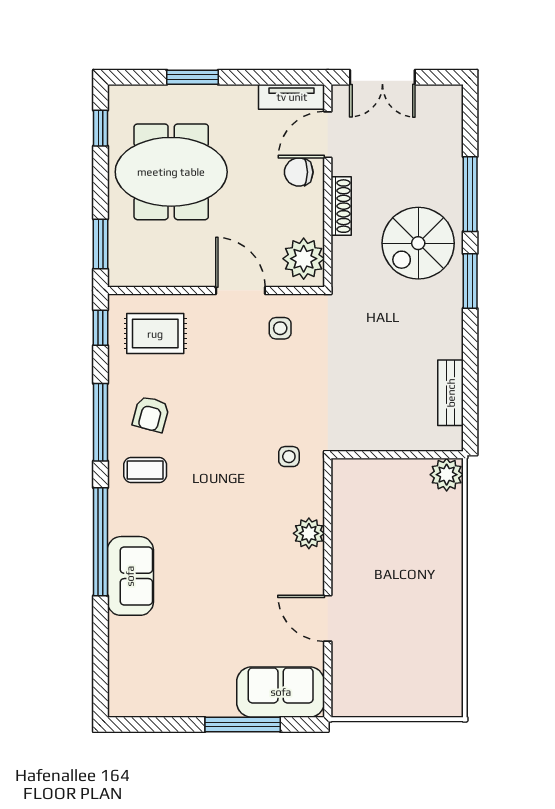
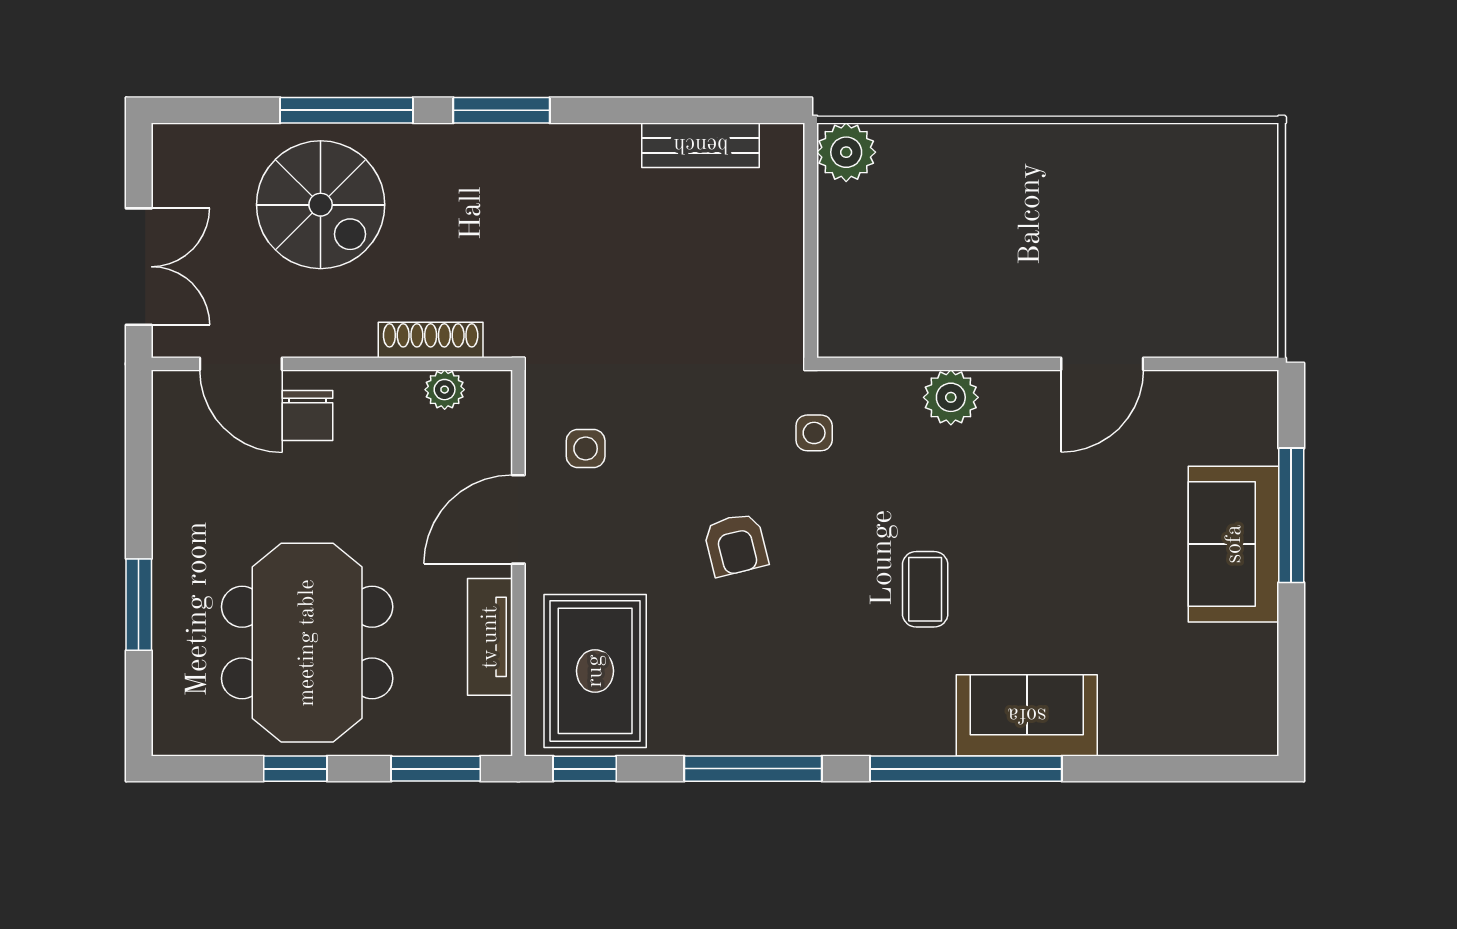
tv unit: (292, 97) -> (490, 637), moved, turned 180
window: (100, 128) -> (295, 769), moved
shoe rack: (341, 206) -> (431, 340), moved
spiral stairs: (418, 243) -> (321, 205), moved
plant: (304, 259) -> (445, 390), width x0.53, depth x0.53
rug: (155, 334) -> (595, 671), width x1.36, depth x1.43
armchair: (151, 414) -> (736, 544), moved, turned 61
coffee table: (145, 470) -> (925, 589), moved
sofa: (281, 692) -> (1234, 544), moved

